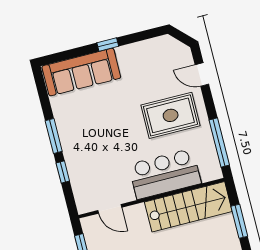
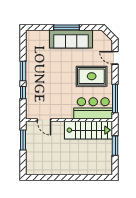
window: (108, 45) -> (66, 27), width x2.17
sofa: (81, 72) -> (71, 39), moved
bar counter: (165, 174) -> (93, 108), moved

